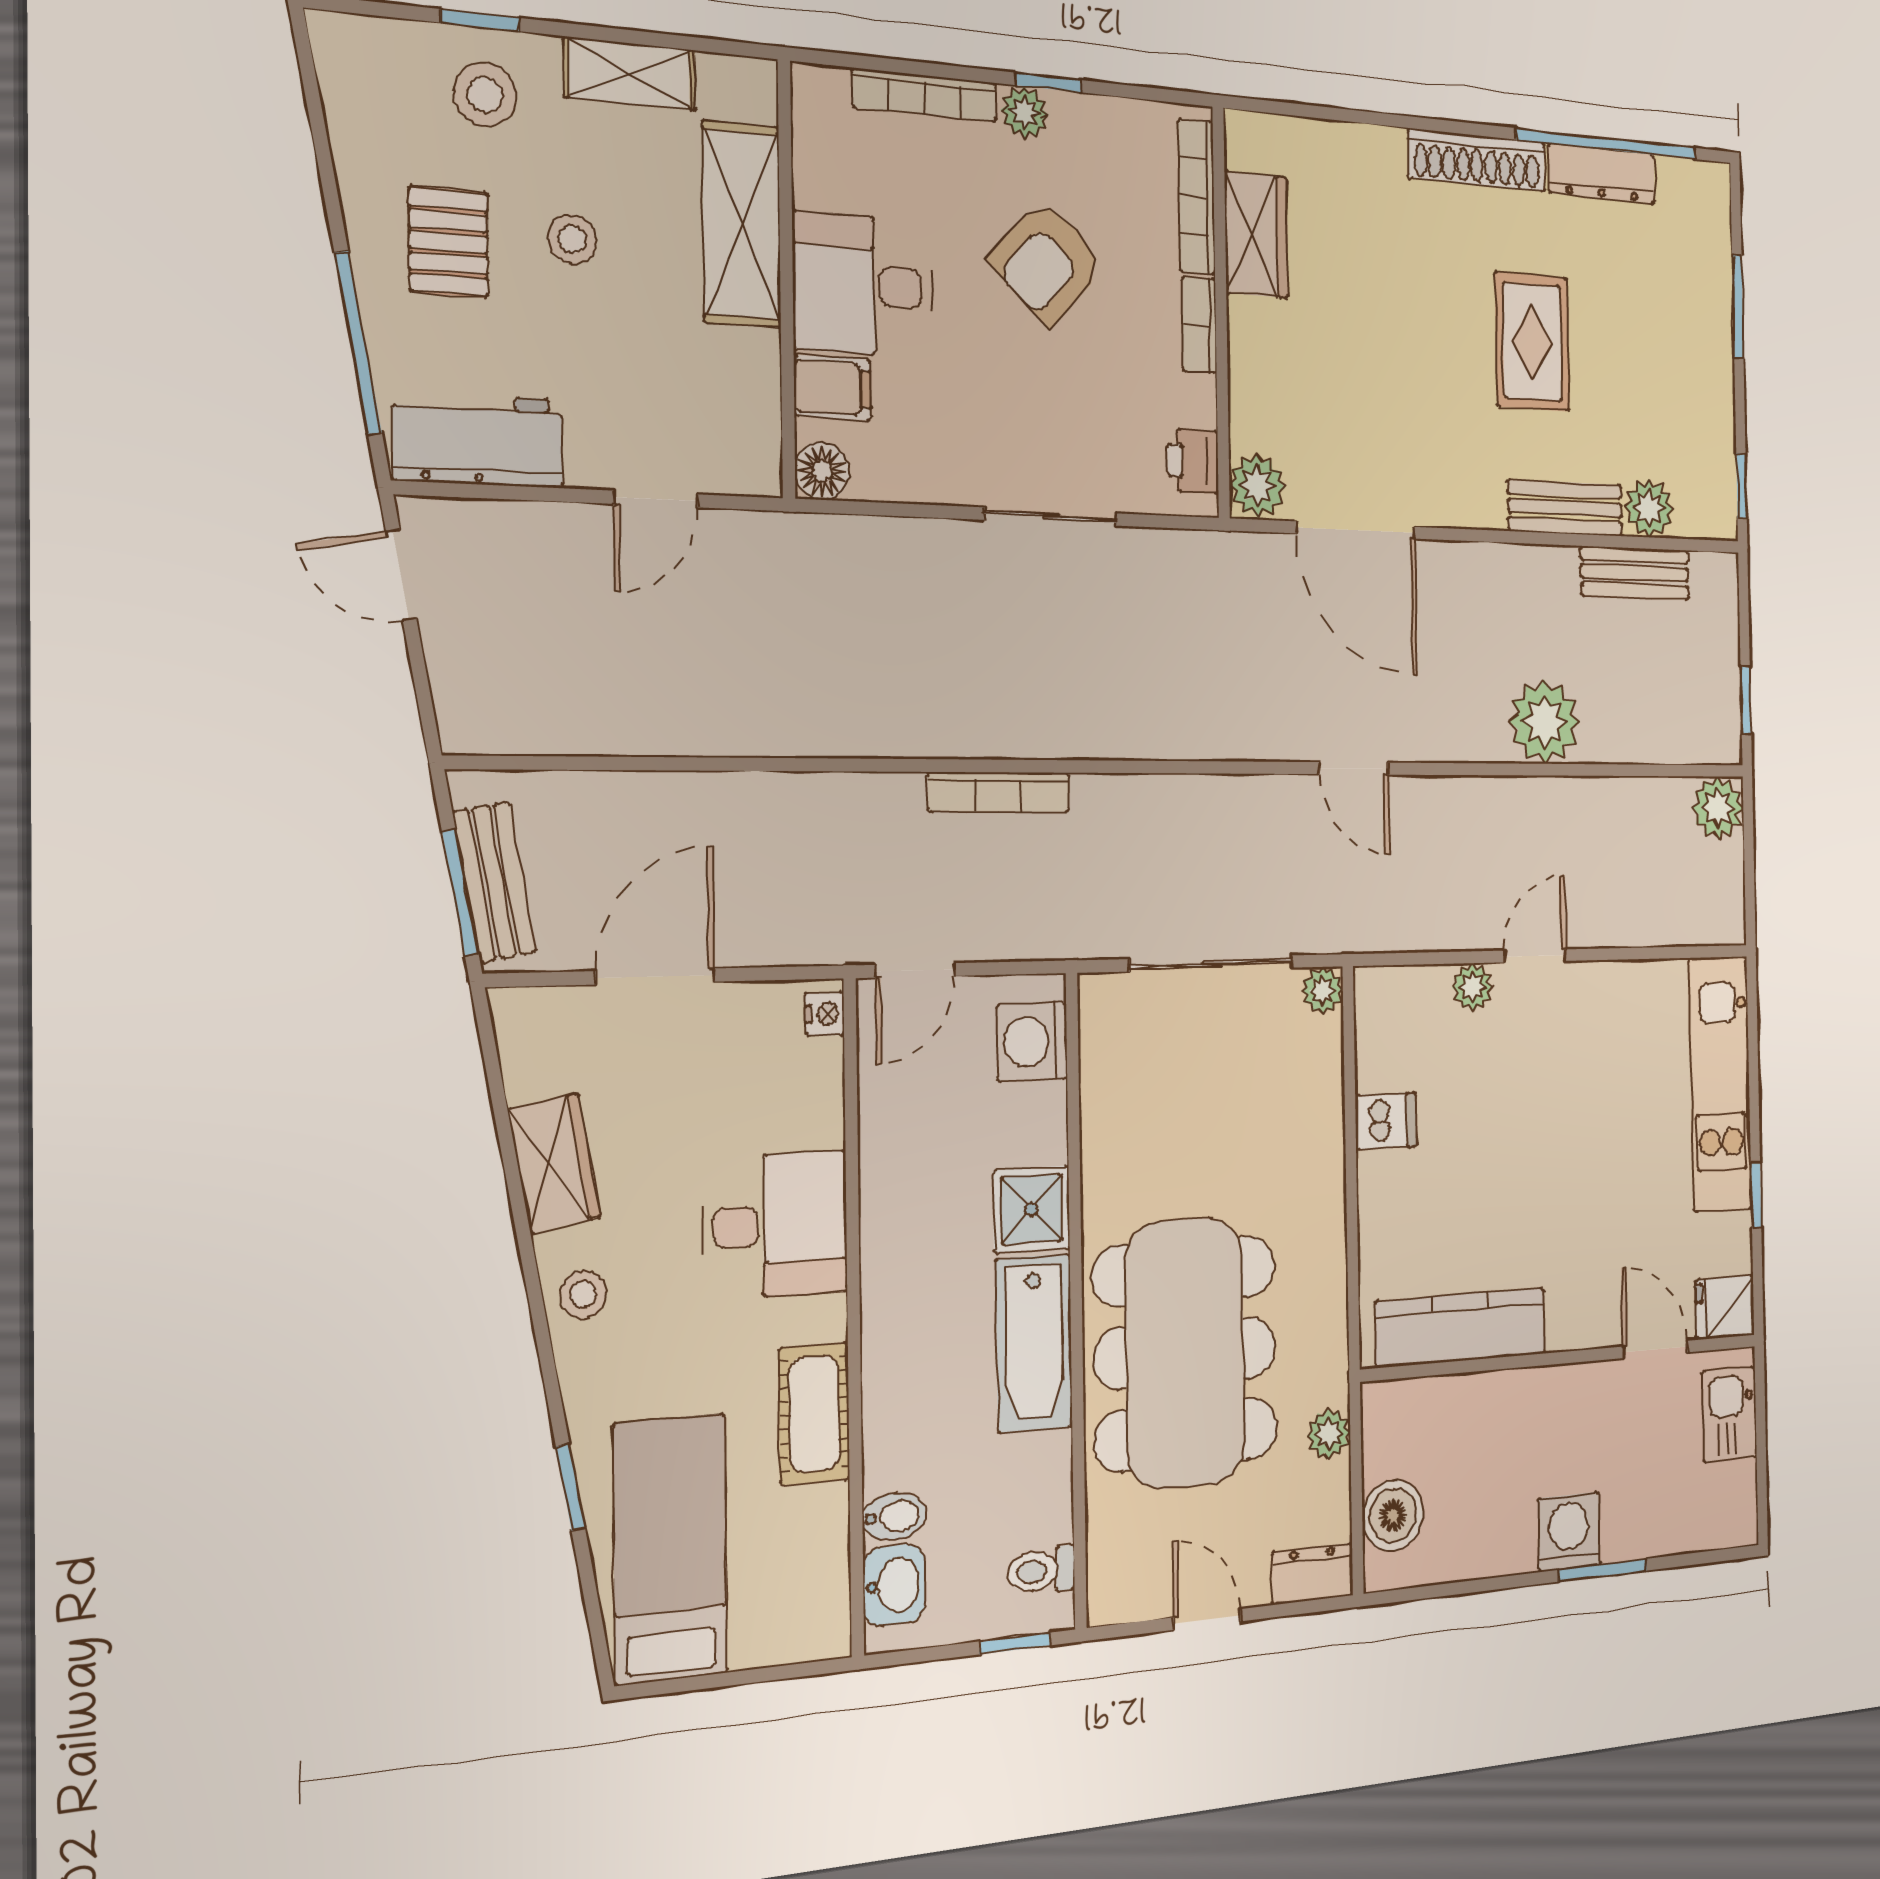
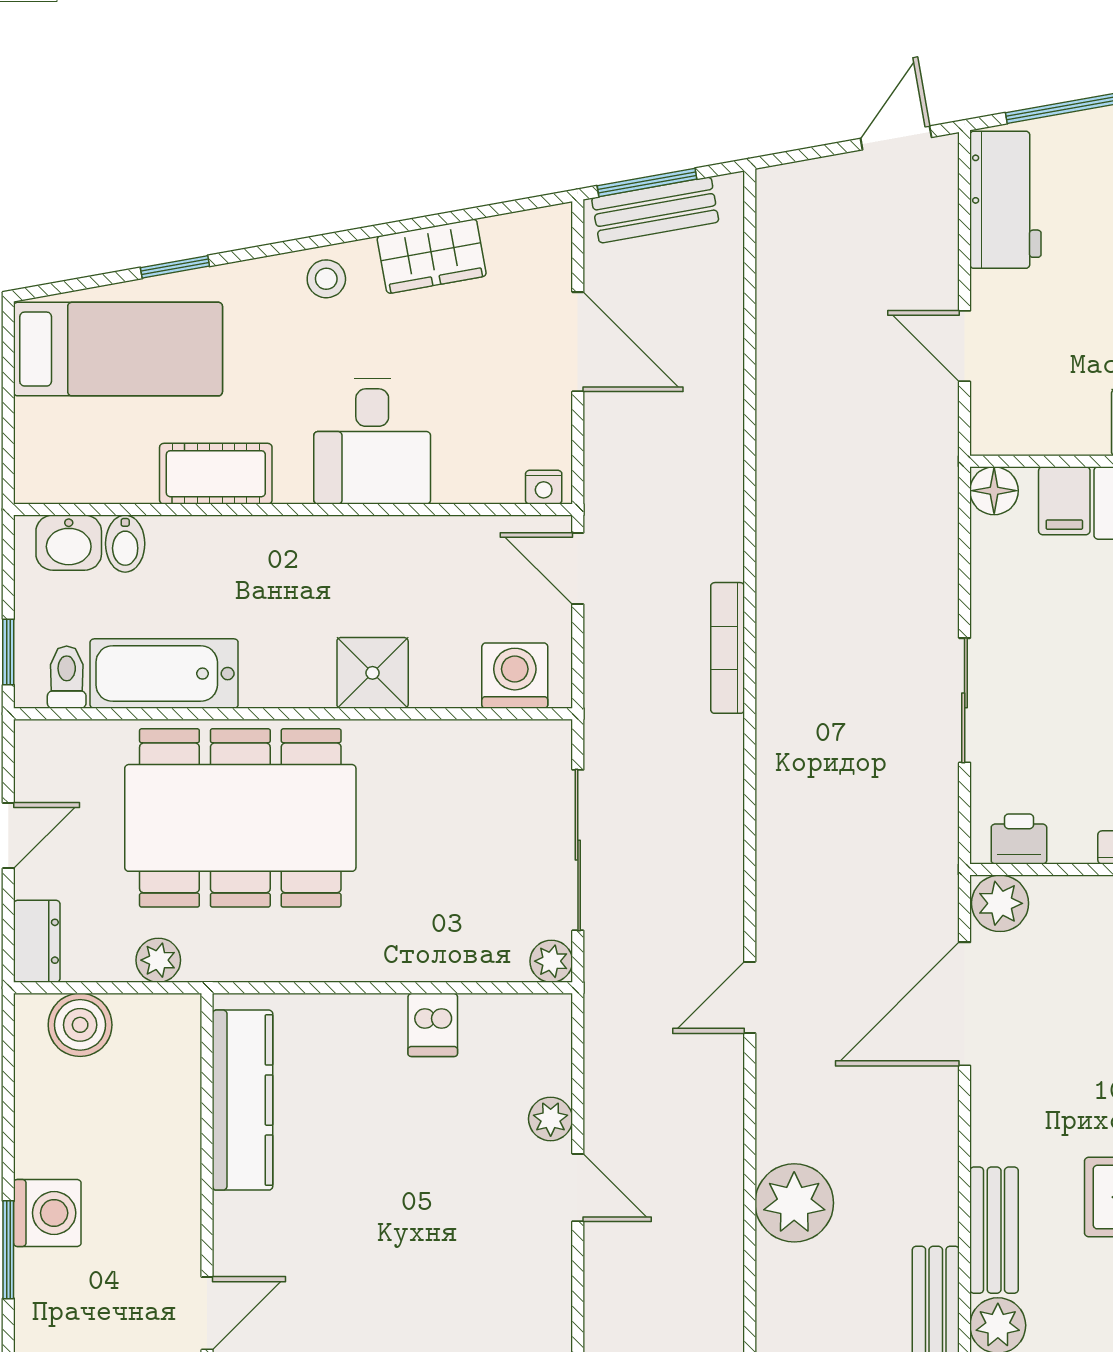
bathtub: (1034, 1344) -> (164, 674), moved

